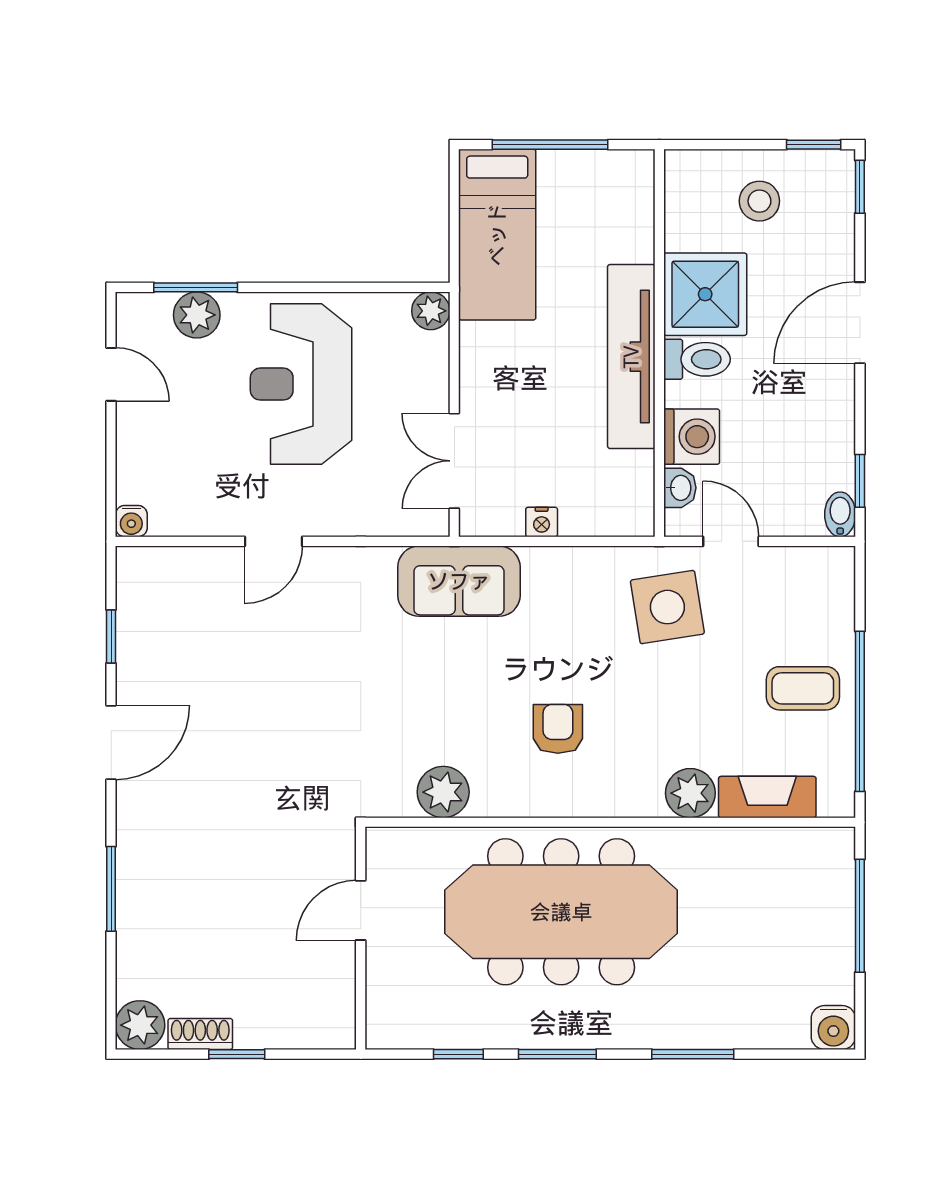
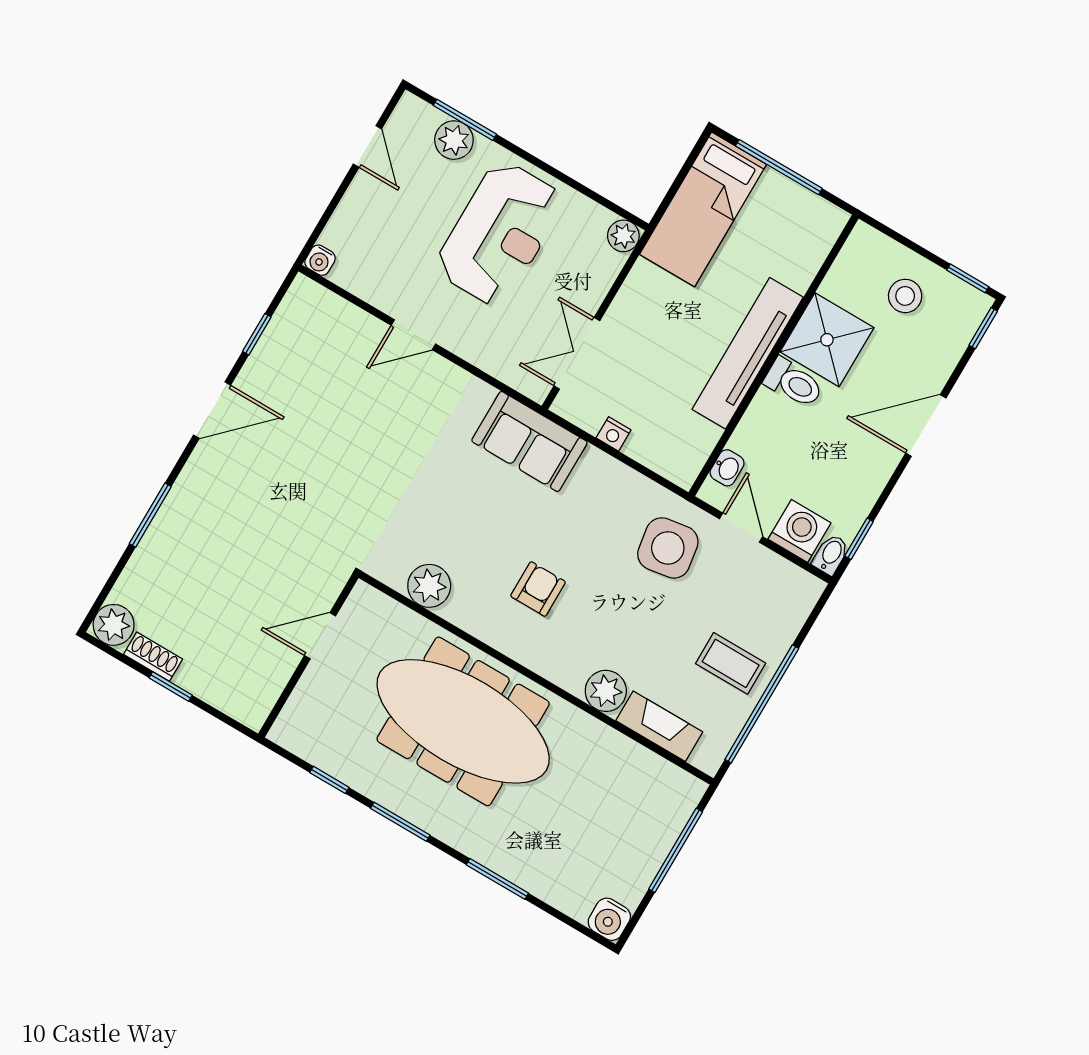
reception desk: (301, 384) -> (499, 234), turned 180
washing machine: (692, 437) -> (799, 531), moved, turned -90

